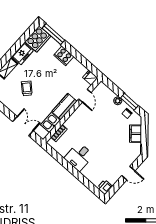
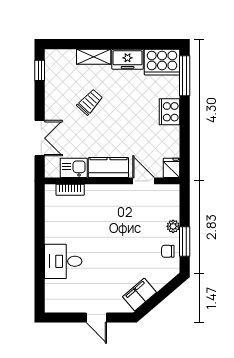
door: (85, 96) -> (144, 181), swing flipped
filing cabinet: (136, 134) -> (140, 295), moved
desk: (79, 157) -> (63, 261), moved
printer: (105, 187) -> (54, 304), removed

